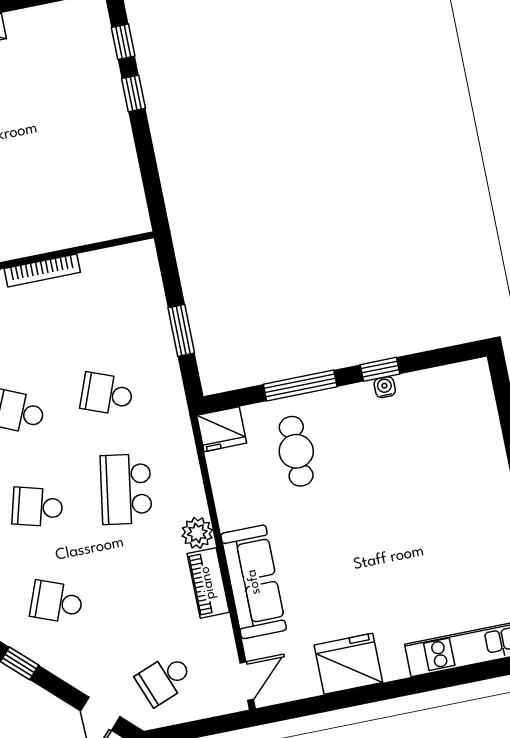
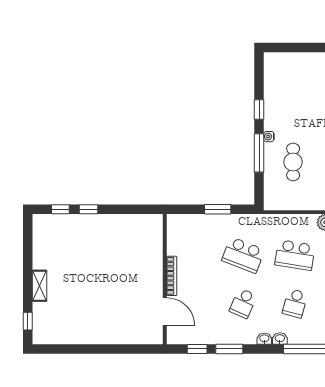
water cooler: (385, 387) -> (269, 137), moved
school desk: (107, 394) -> (243, 255), width x1.85
fridge: (222, 429) -> (274, 199), removed
cafe table: (296, 451) -> (293, 162), turned 90

